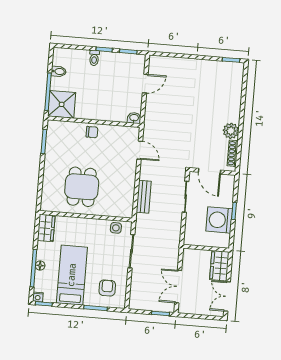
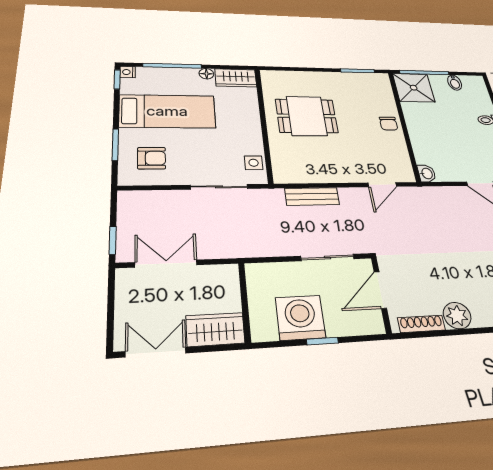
floor lamp: (40, 266) -> (206, 74), moved

